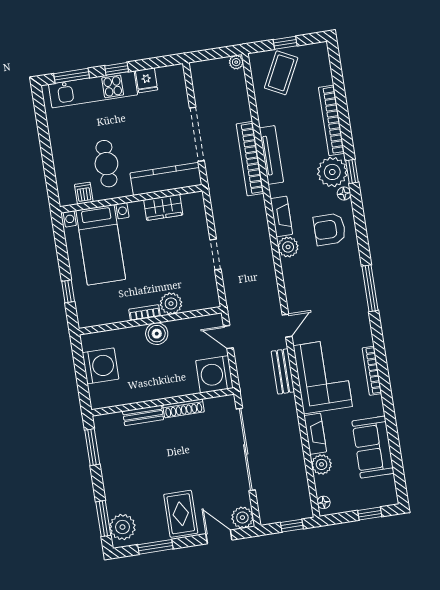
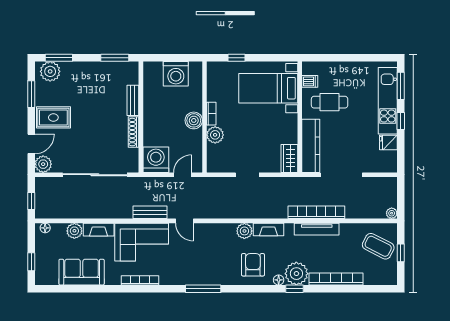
wardrobe: (163, 207) -> (289, 158), moved

